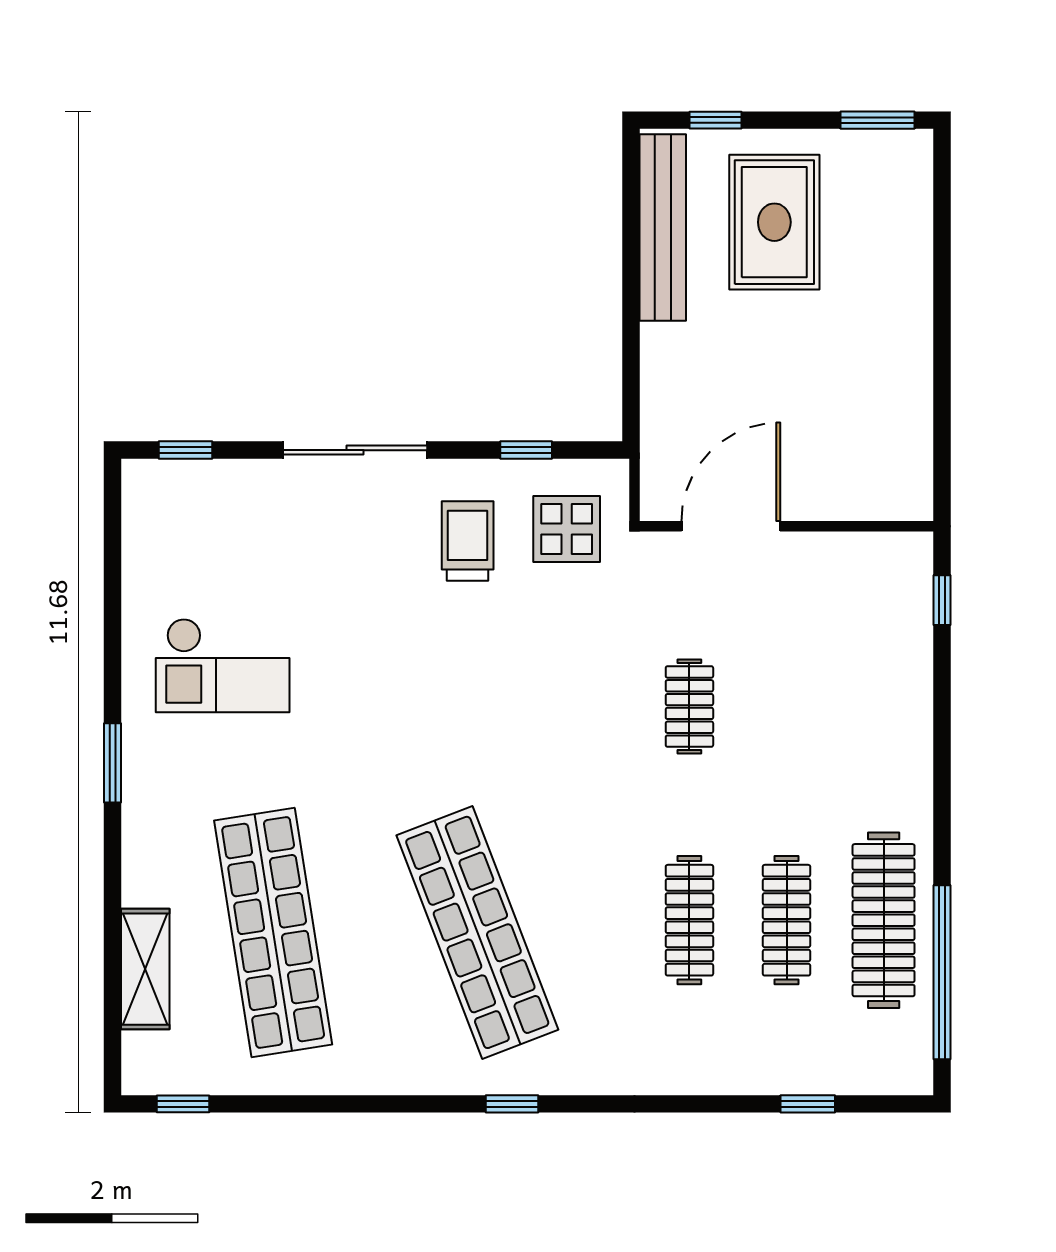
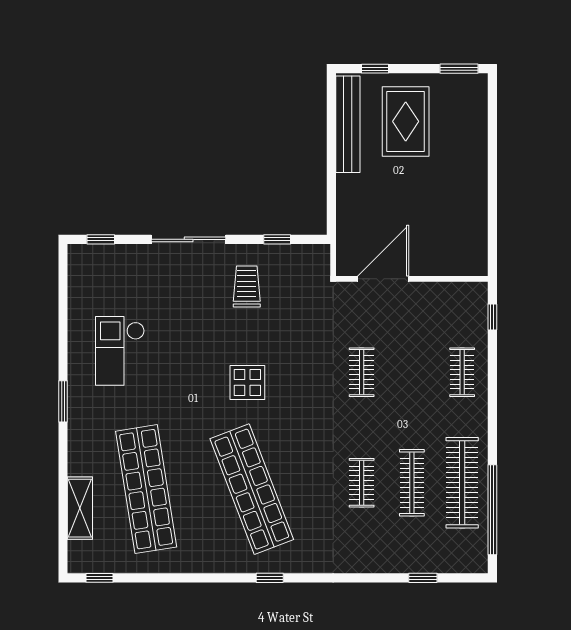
display table: (567, 529) -> (247, 382), moved
checkout: (223, 665) -> (120, 351), turned 90
clothes rail: (884, 707) -> (462, 372), added
clothes rail: (689, 920) -> (362, 483), width x0.73

